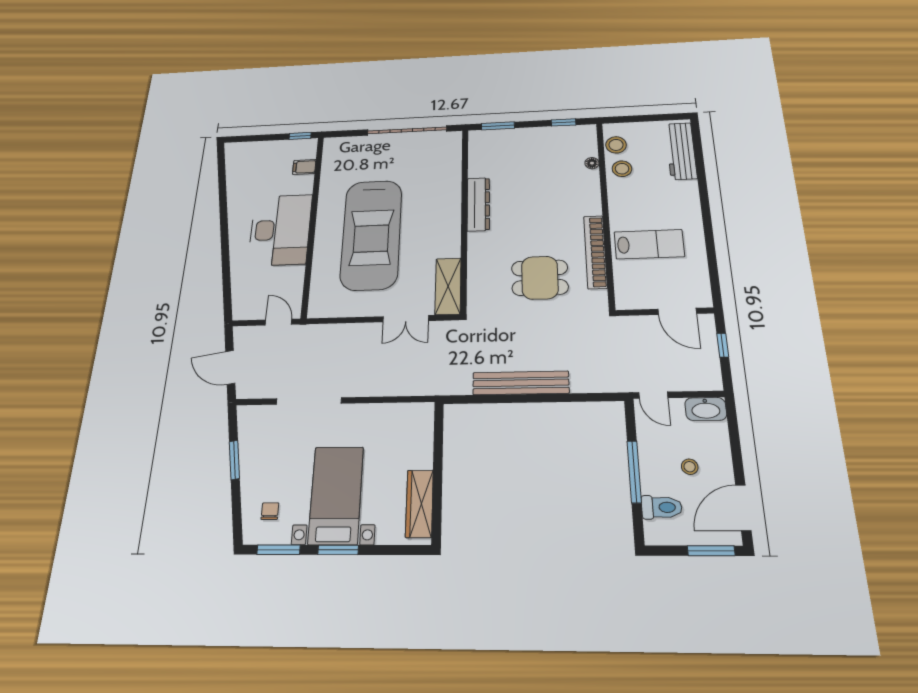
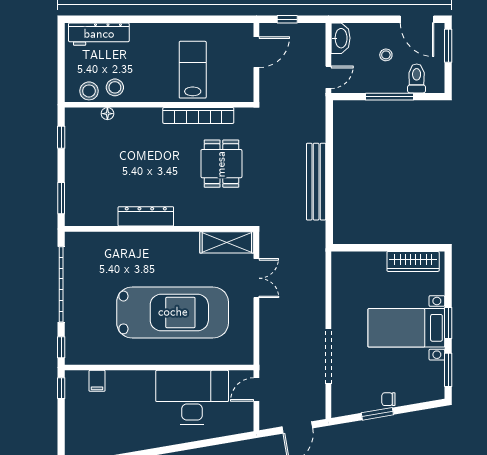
window: (342, 134) -> (61, 347), added
desk: (280, 230) -> (192, 397), moved
chair: (270, 511) -> (388, 399), moved

